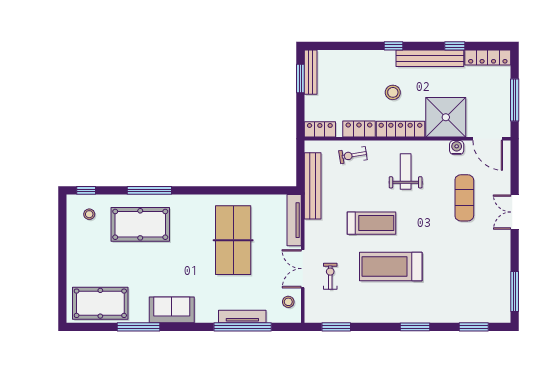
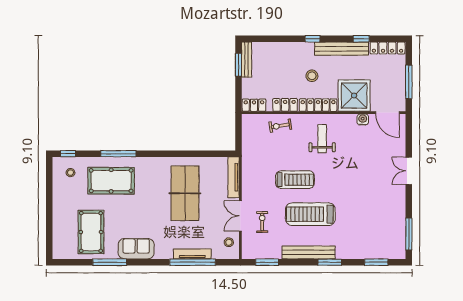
bench: (313, 186) -> (309, 252), moved, turned 90
exercise mat: (464, 198) -> (369, 160), removed
pool table: (100, 303) -> (91, 232), moved, turned 90

